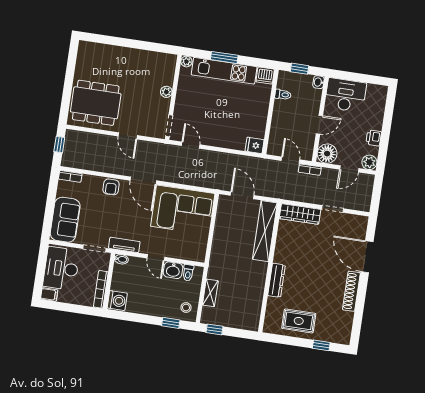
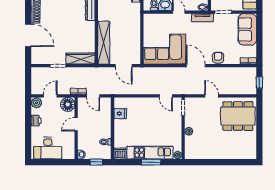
desk: (345, 95) -> (48, 148), moved
fridge: (255, 145) -> (120, 114), moved

